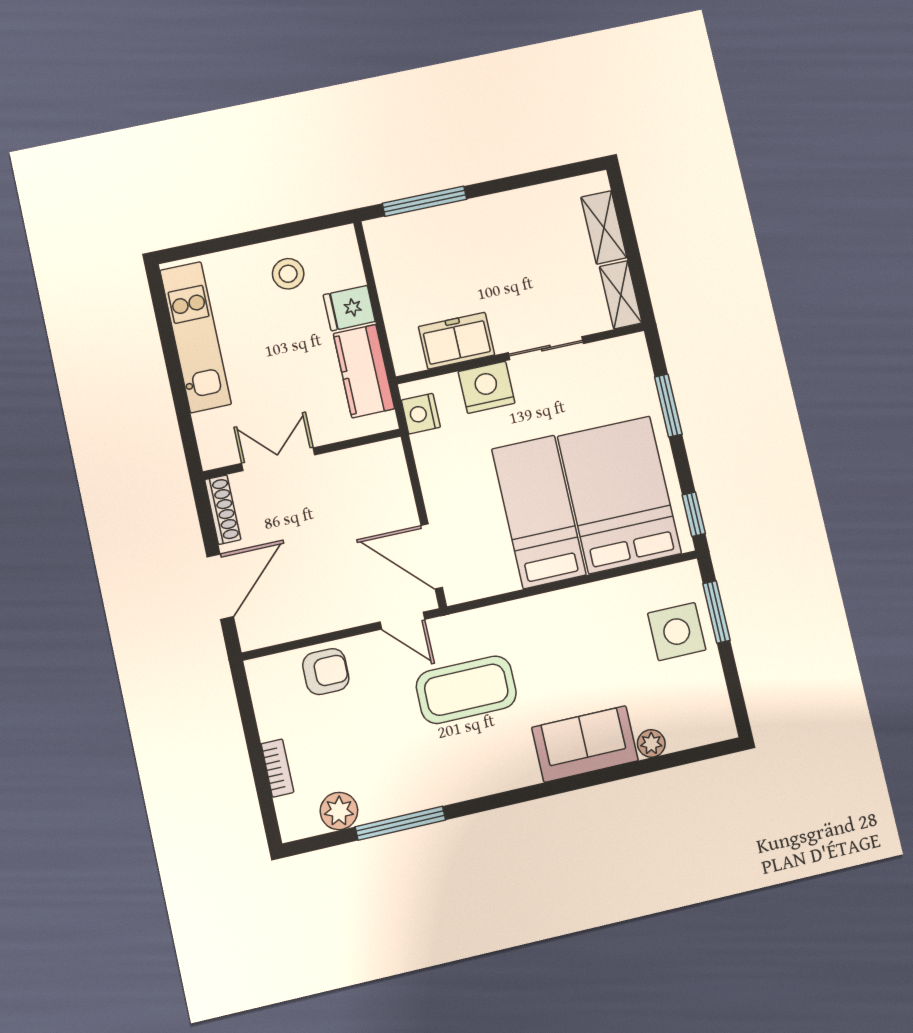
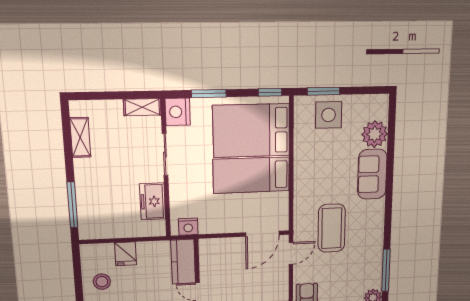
shelving: (604, 227) -> (80, 137), moved, turned 90
kitchen counter: (364, 371) -> (183, 262), moved, turned 90
nightstand: (487, 387) -> (178, 112), moved
plant: (651, 743) -> (375, 134), width x1.88, depth x1.88

